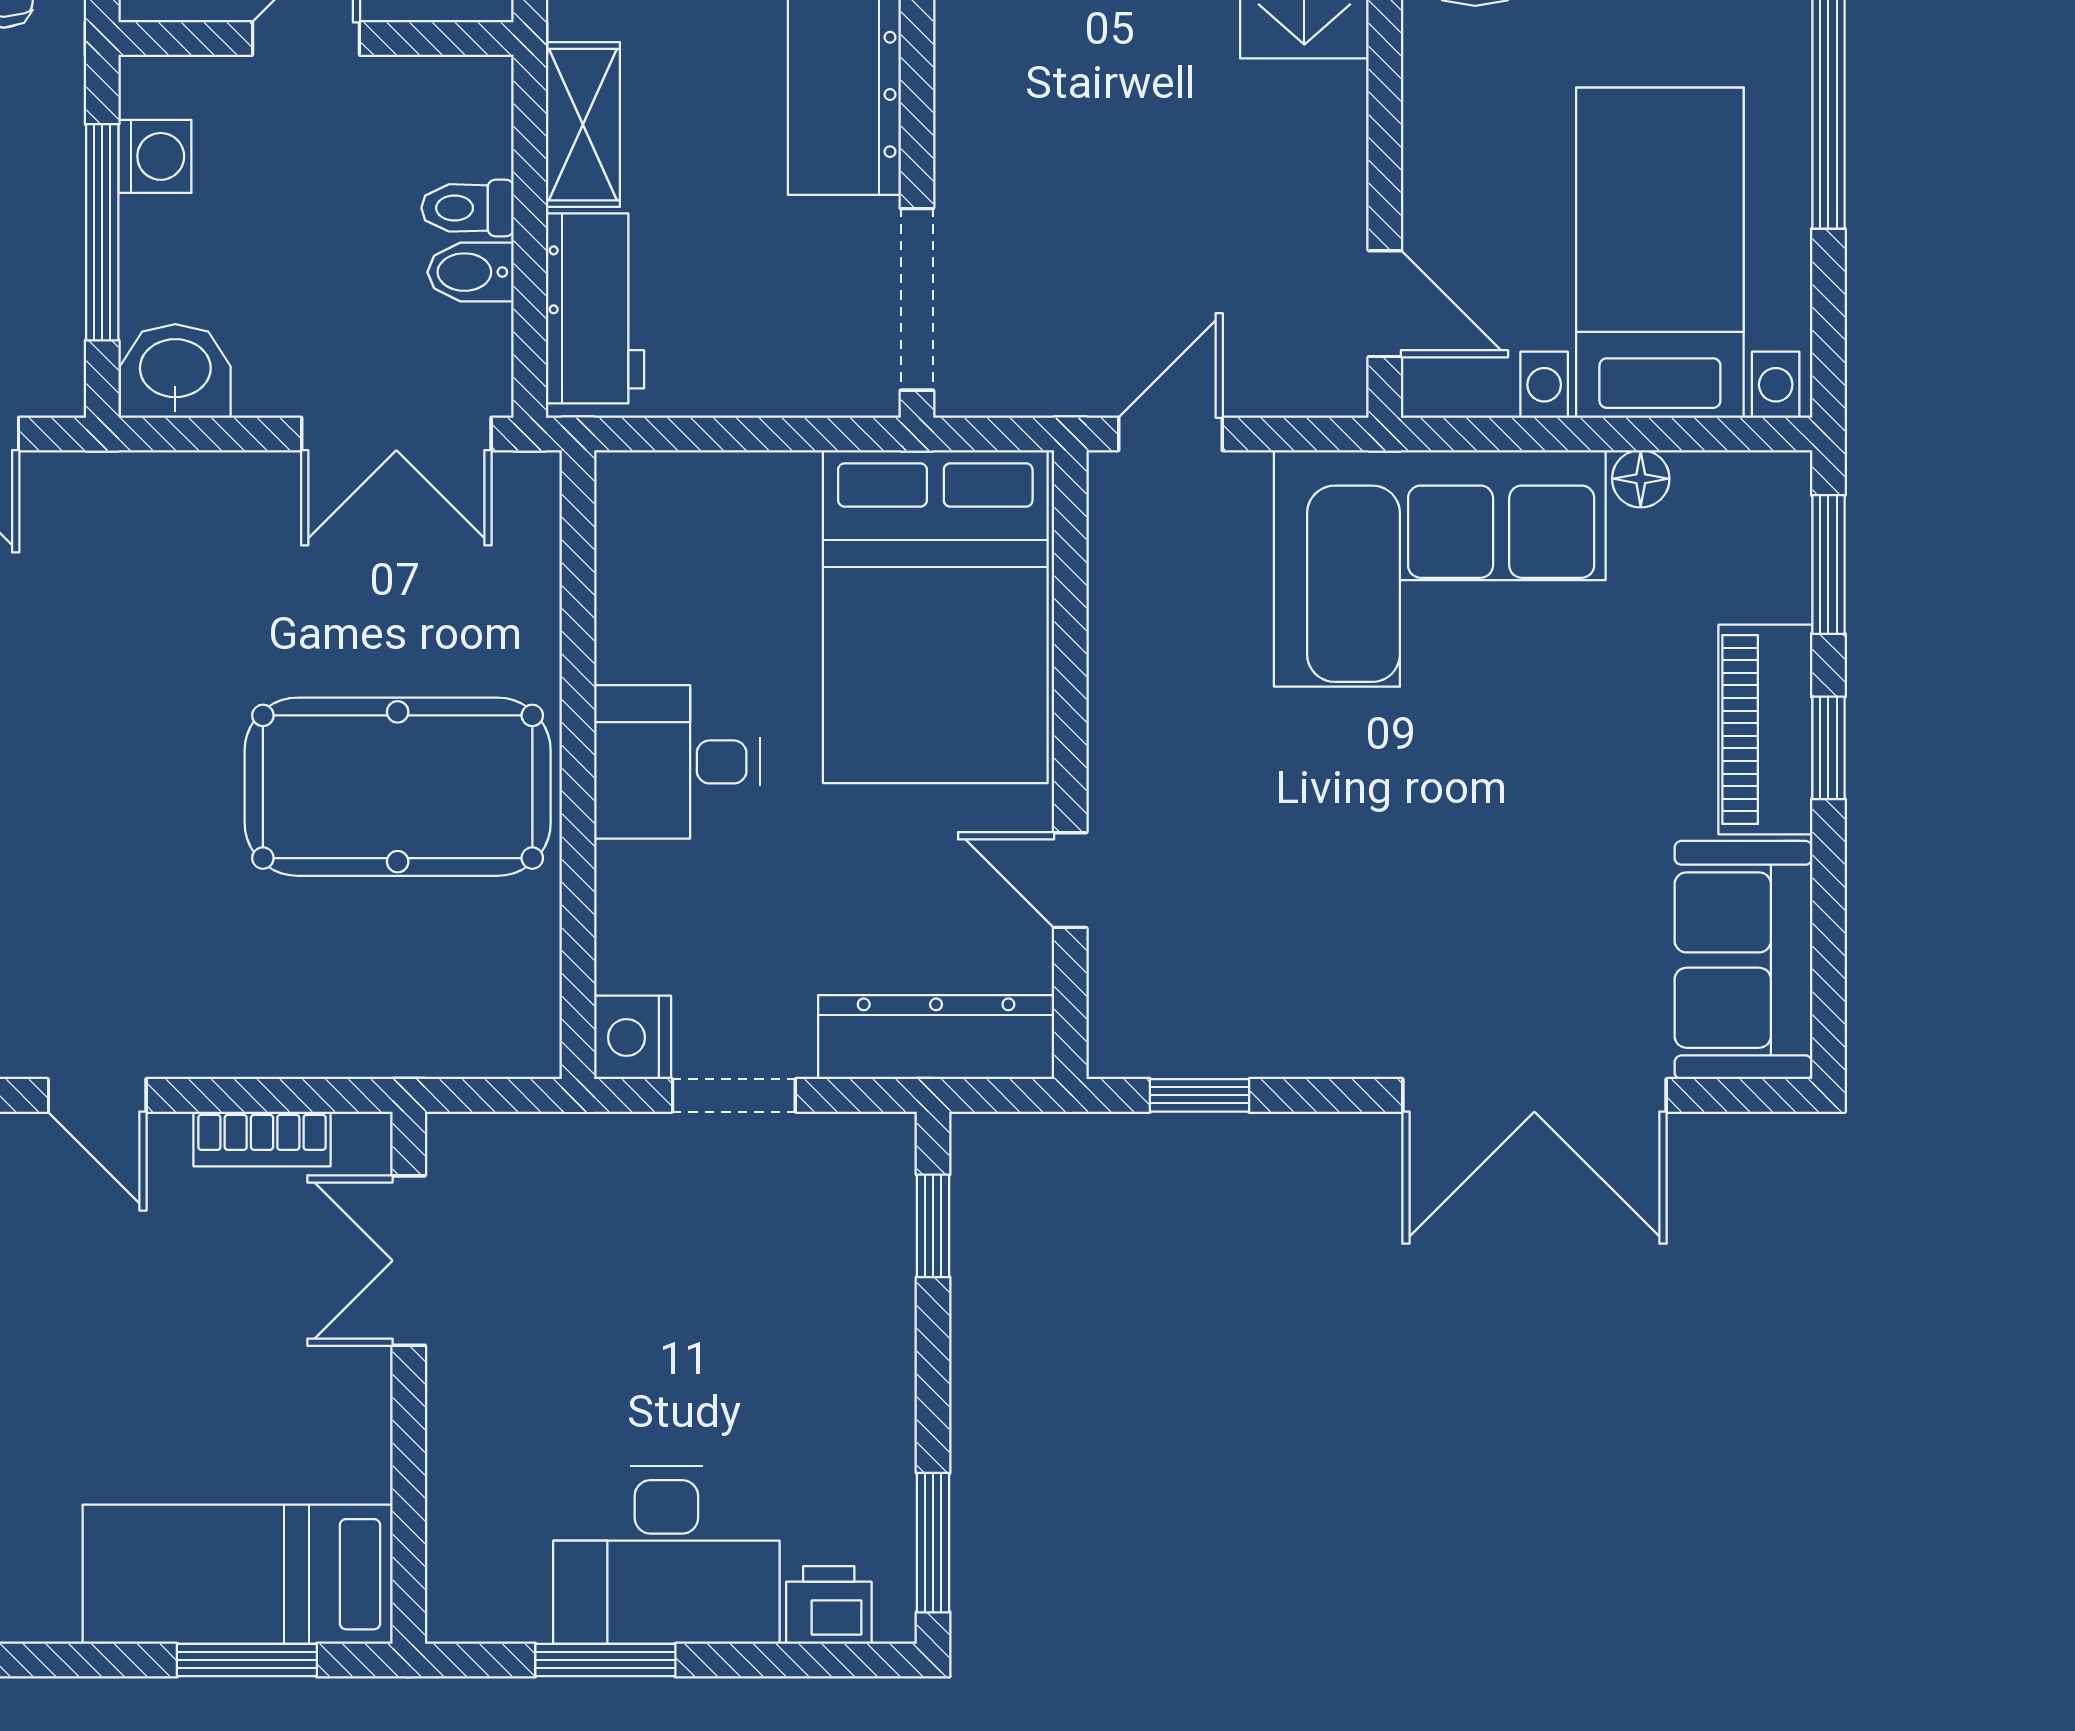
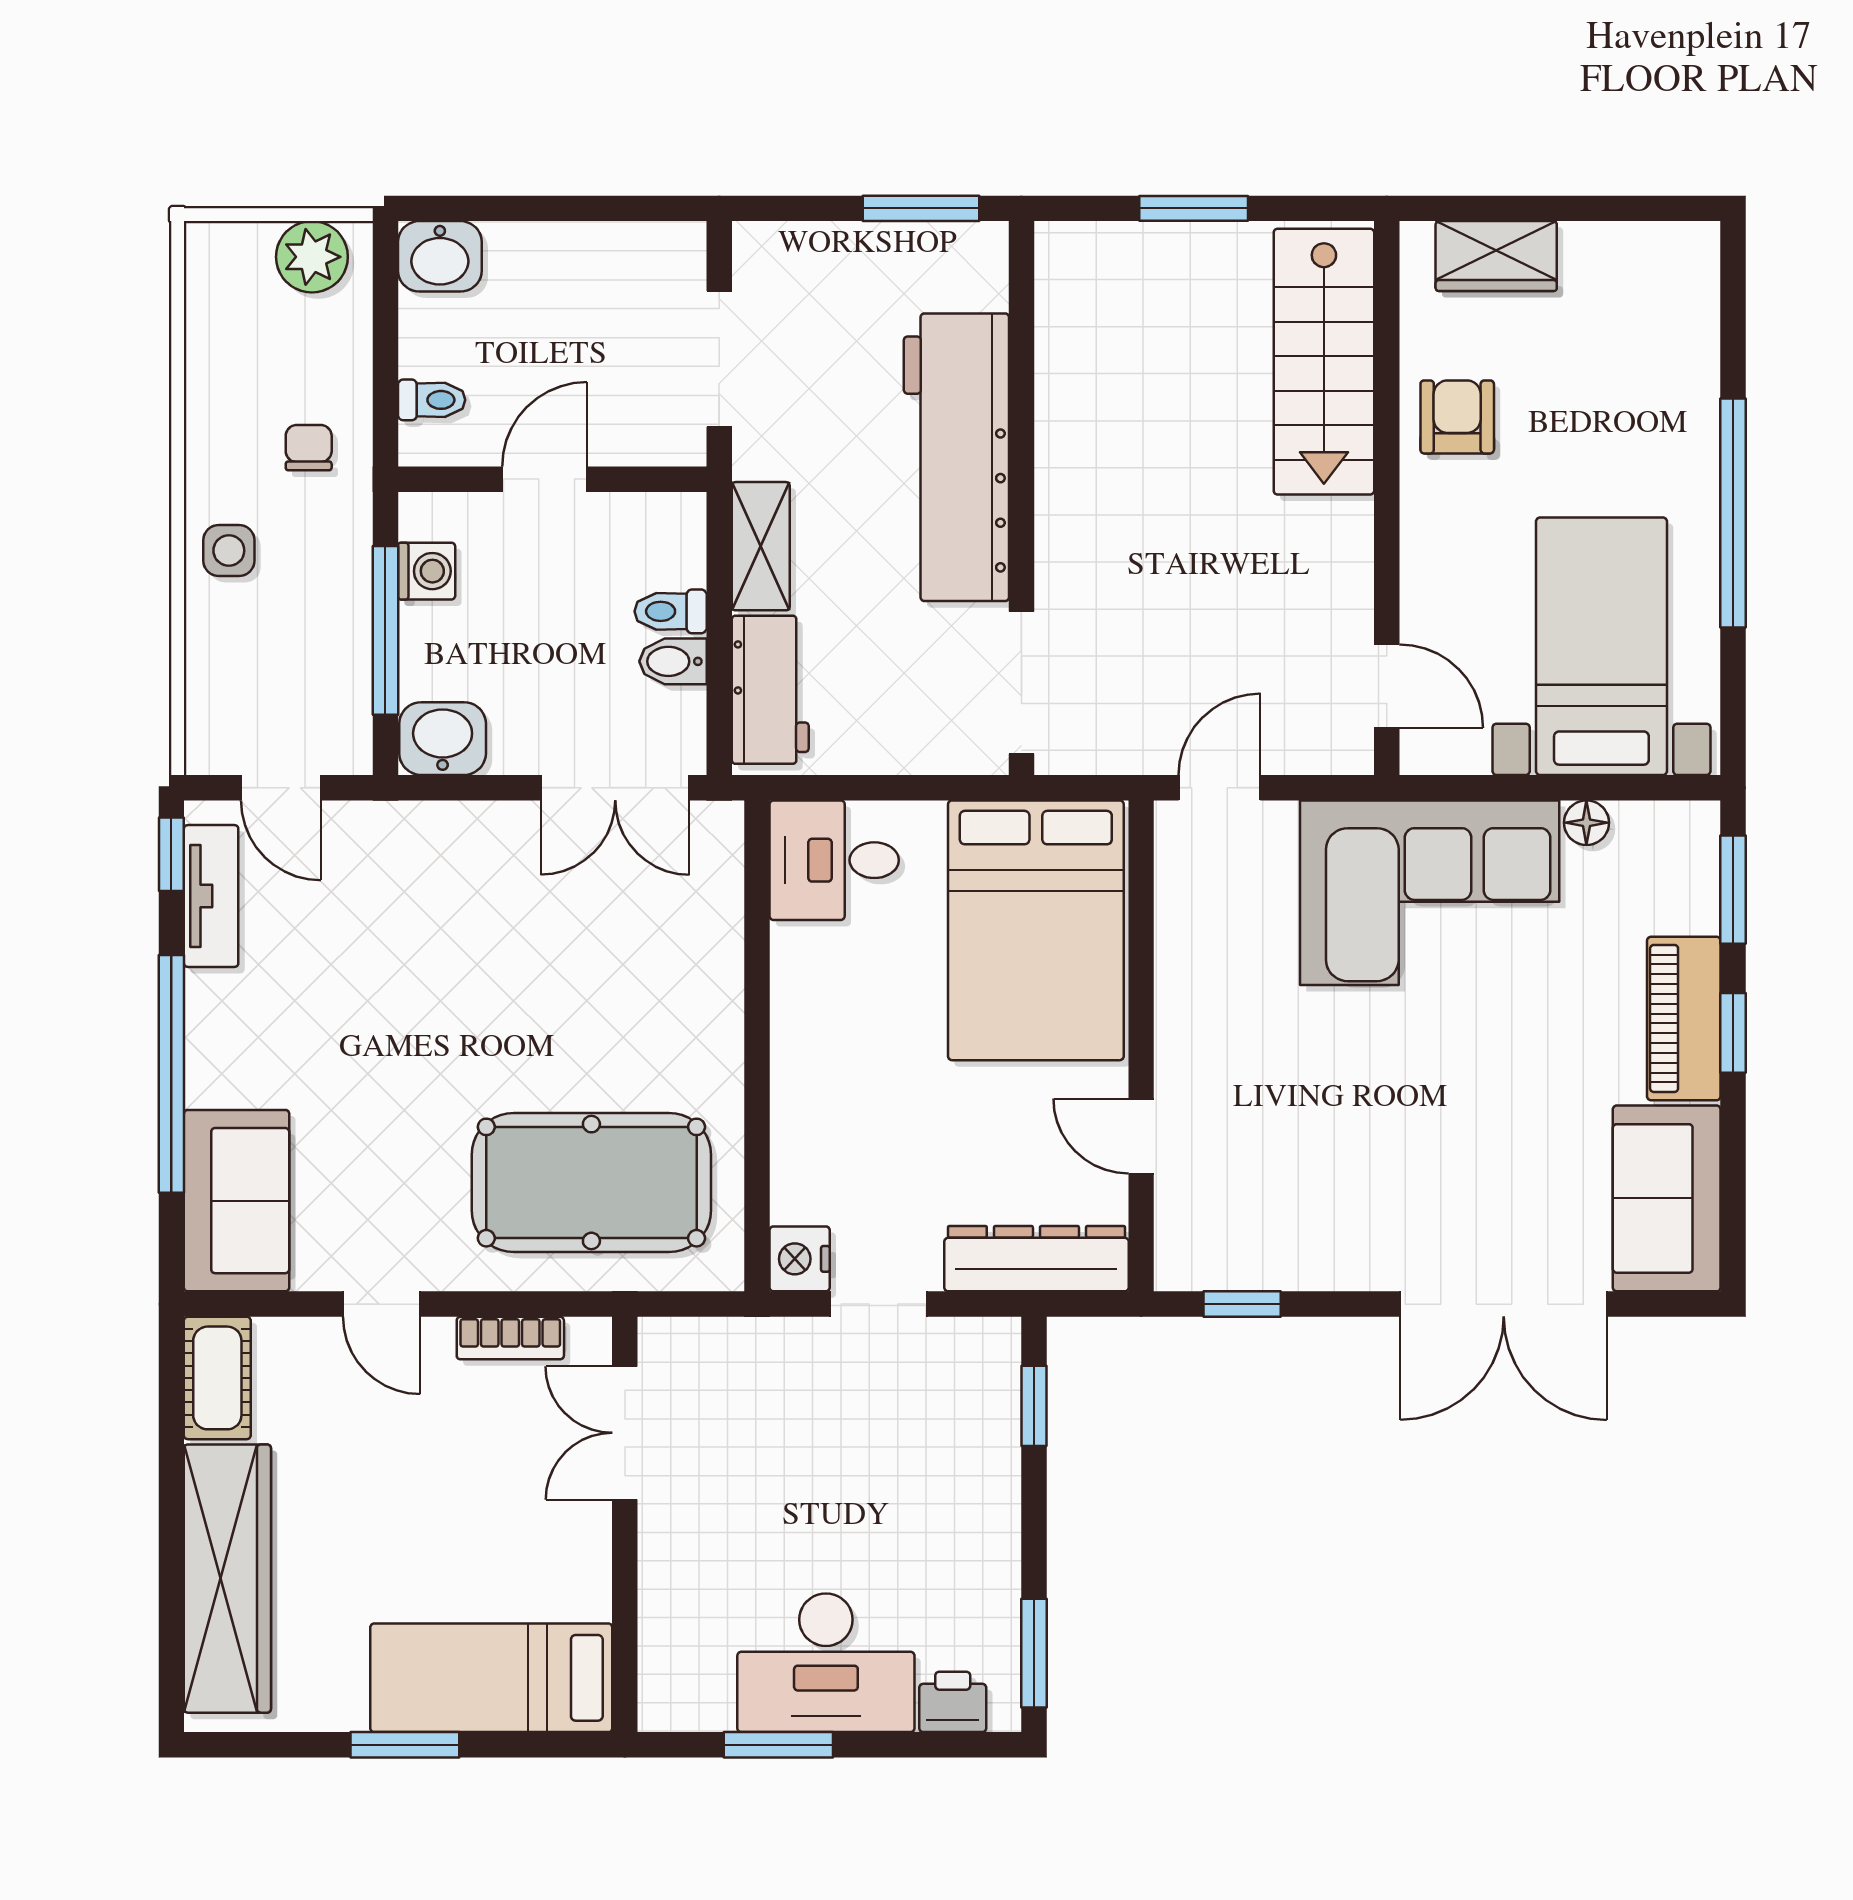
desk: (677, 762) -> (834, 860), moved
pool table: (398, 787) -> (591, 1183), moved
window: (247, 1660) -> (405, 1745), moved

